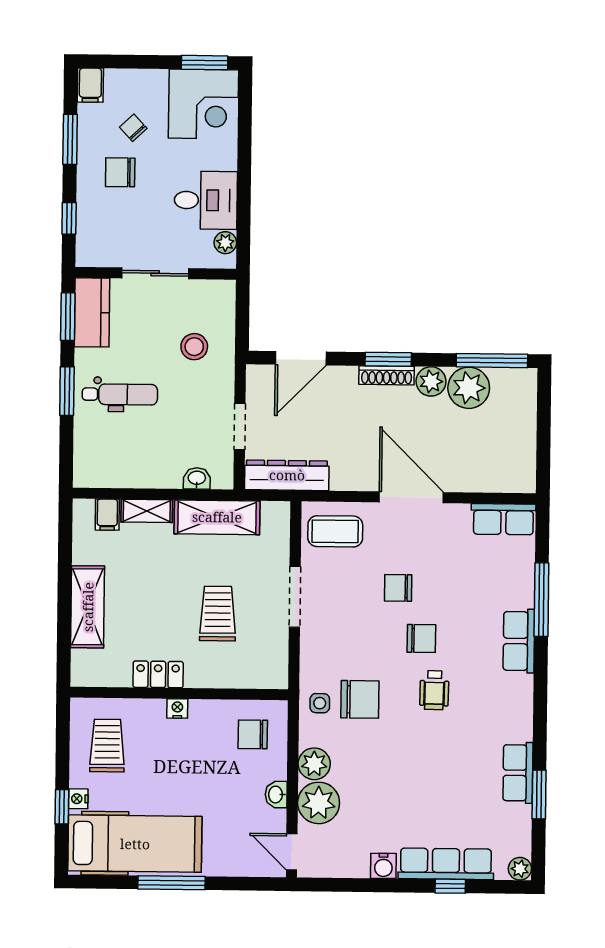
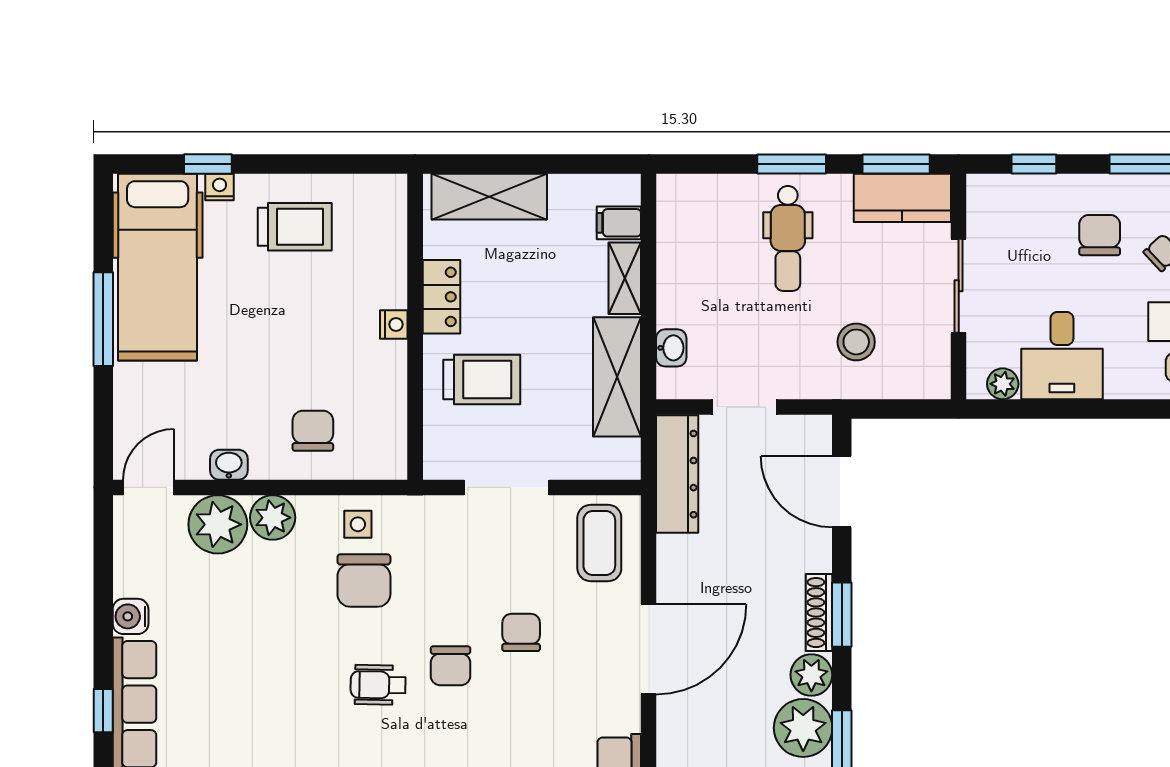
locker: (158, 674) -> (441, 297), moved
wall: (179, 693) -> (415, 327), moved
nightstand: (177, 709) -> (394, 324), moved

